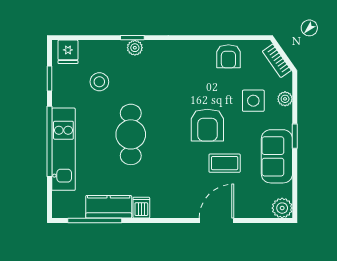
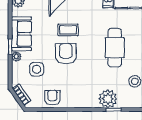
plant: (135, 48) -> (108, 99), width x1.88, depth x1.88
plant: (285, 99) -> (16, 57), moved
coffee table: (225, 163) -> (68, 30), moved

